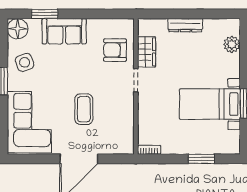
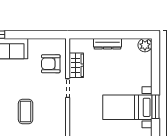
plant: (232, 44) -> (145, 45), moved

